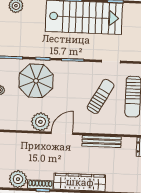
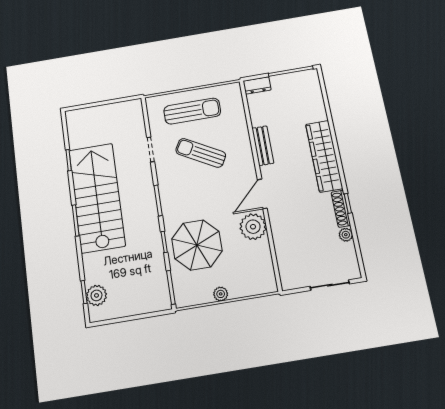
door: (62, 133) -> (262, 194), hinge flipped
bench: (102, 141) -> (263, 146), width x0.73
plant: (18, 179) -> (346, 235), width x0.53, depth x0.53

